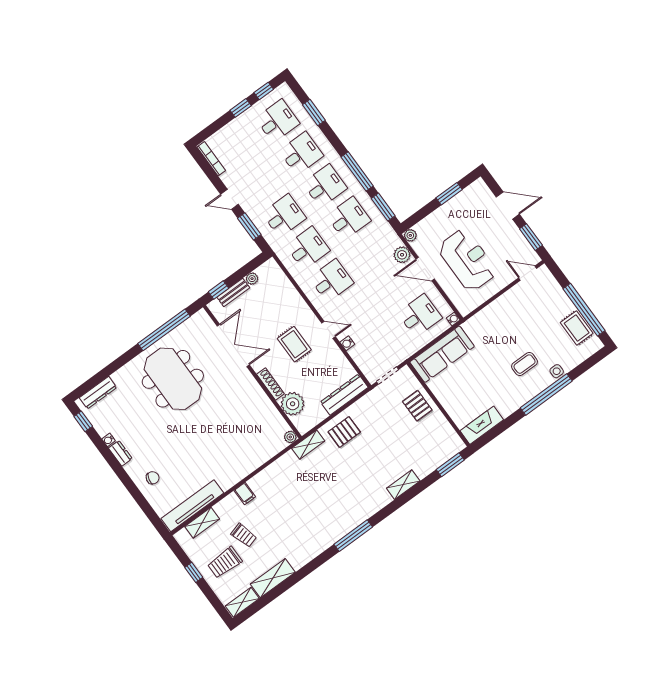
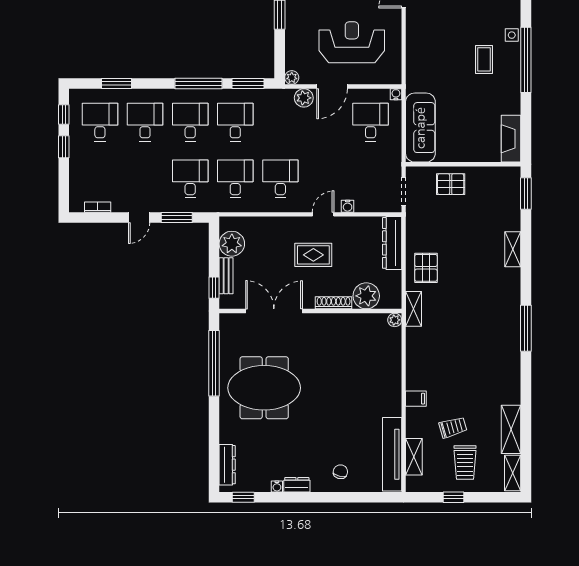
bookcase: (211, 159) -> (98, 207), width x0.64
plant: (252, 279) -> (232, 244), width x1.88, depth x1.88

